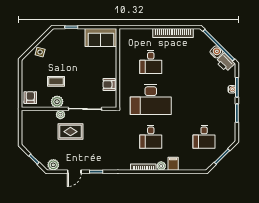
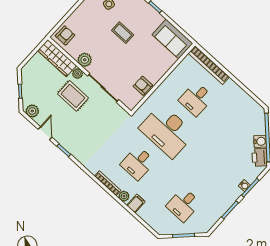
bookcase: (173, 33) -> (209, 65), moved
coffee table: (56, 81) -> (123, 33), moved
wardrobe: (38, 117) -> (57, 58), added
door: (74, 172) -> (45, 133), swing flipped

